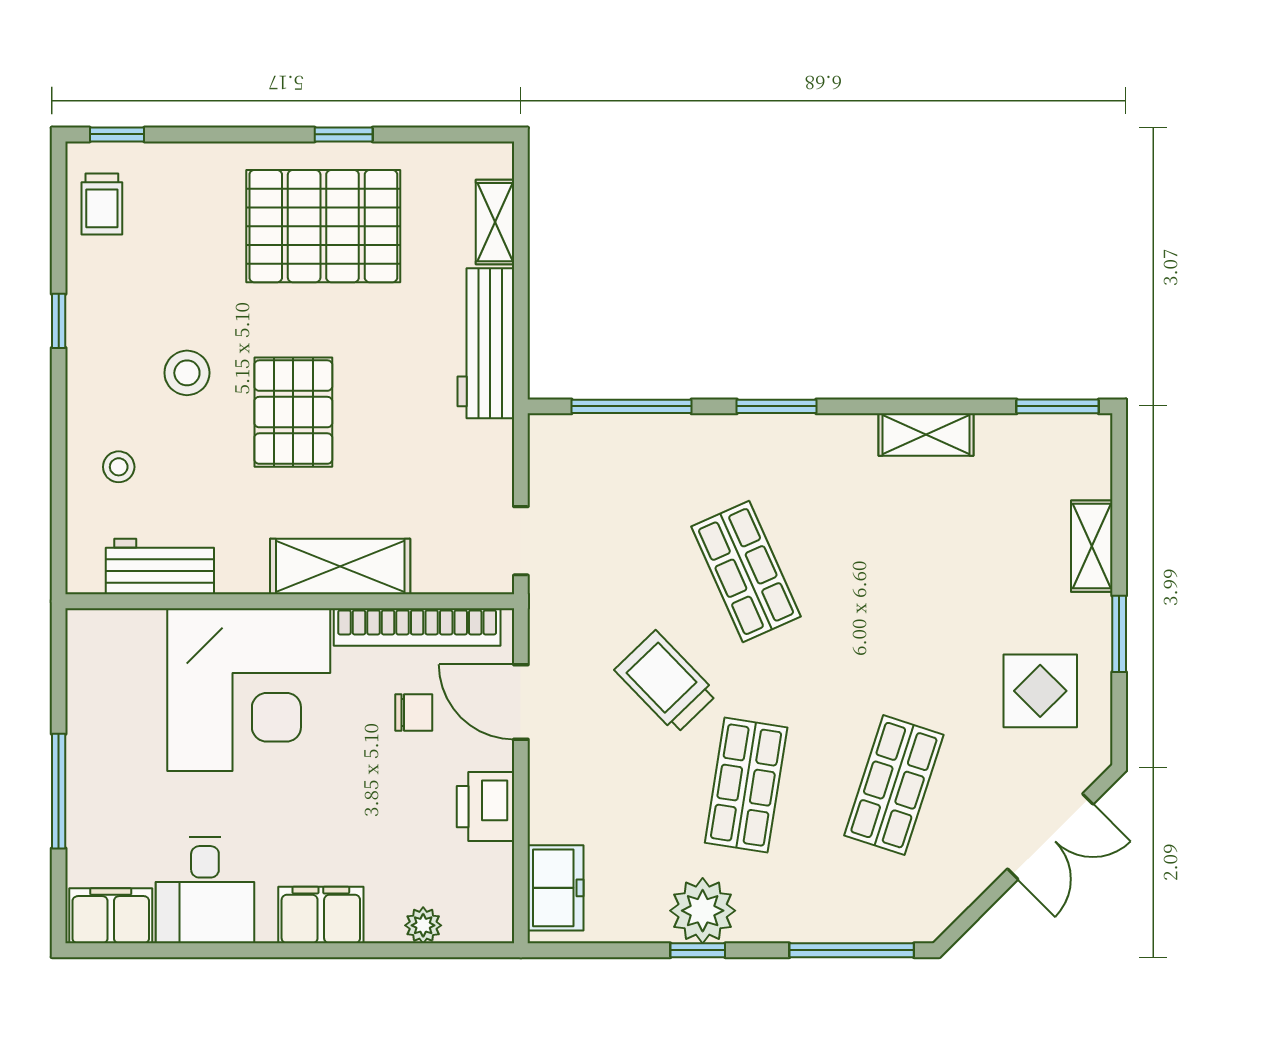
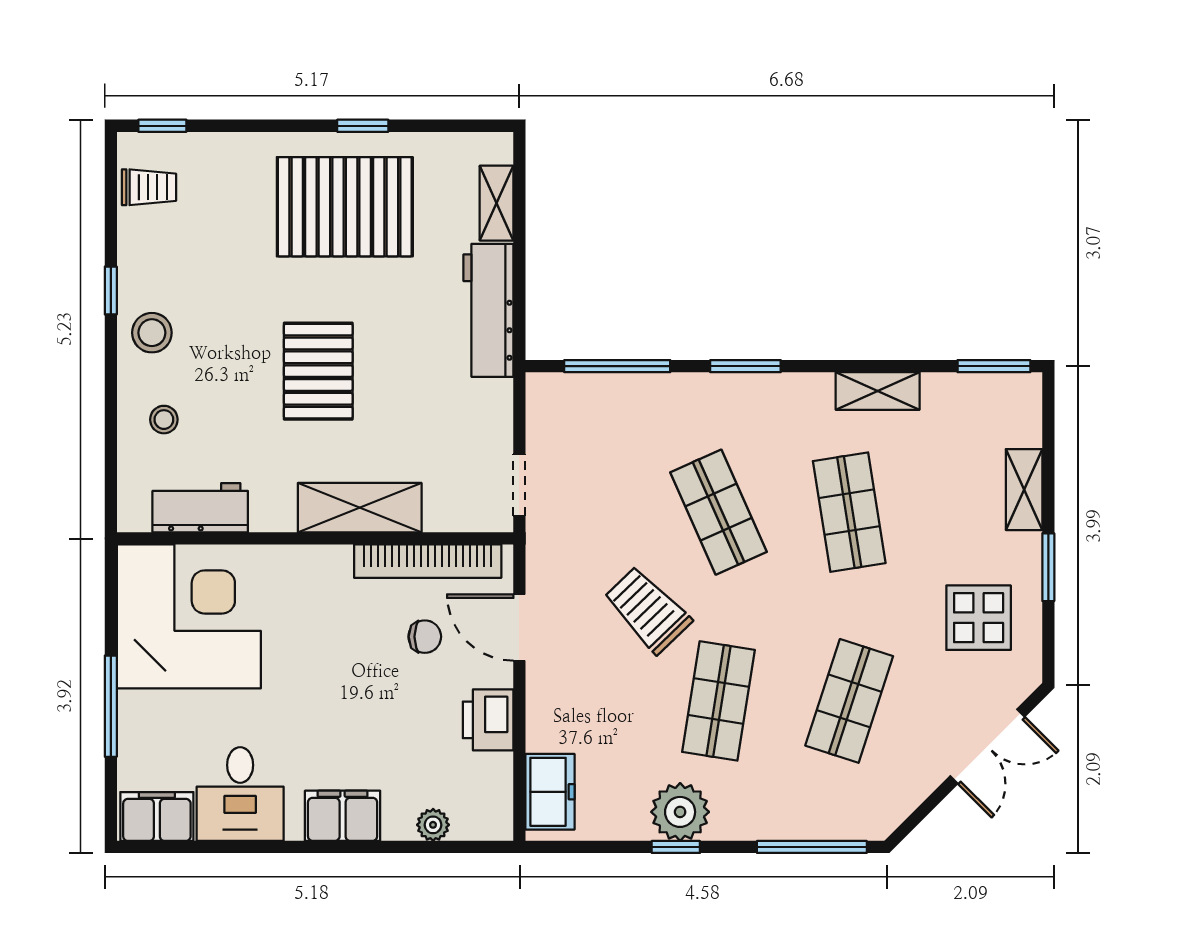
trolley: (102, 204) -> (149, 187), turned -90
stool: (187, 373) -> (152, 333), moved
shop shelf: (894, 572) -> (849, 512), added
corner desk: (249, 690) -> (189, 616), moved, turned -90

